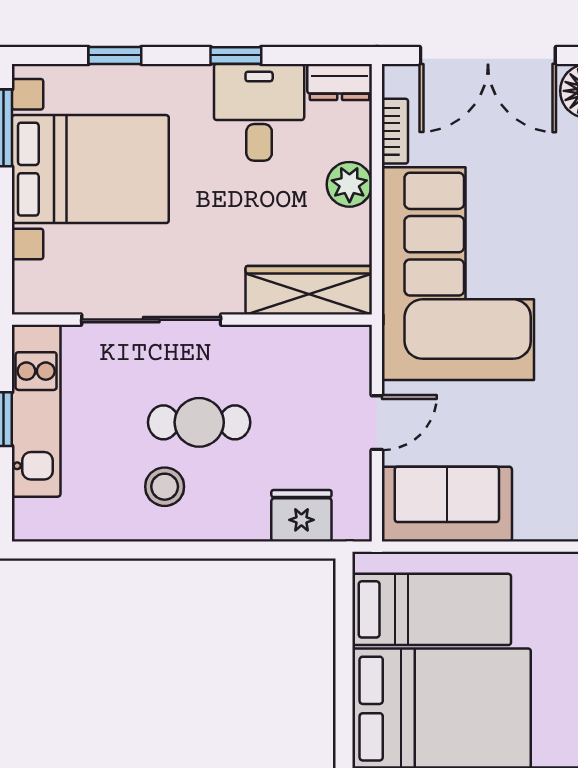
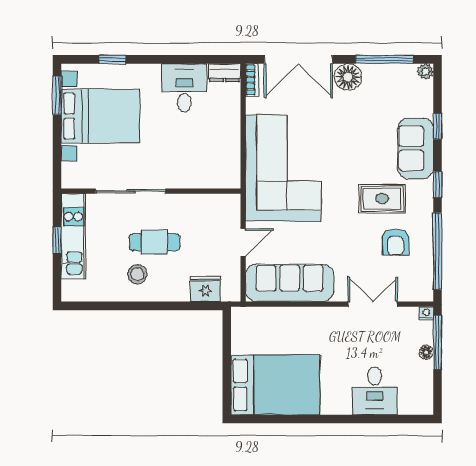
window: (236, 55) -> (173, 59), removed
bookcase: (395, 131) -> (252, 80), moved
plant: (349, 184) -> (229, 124), removed
wardrobe: (309, 290) -> (209, 176), removed
sofa: (447, 504) -> (290, 283), width x1.36
bed: (432, 609) -> (270, 335), removed

